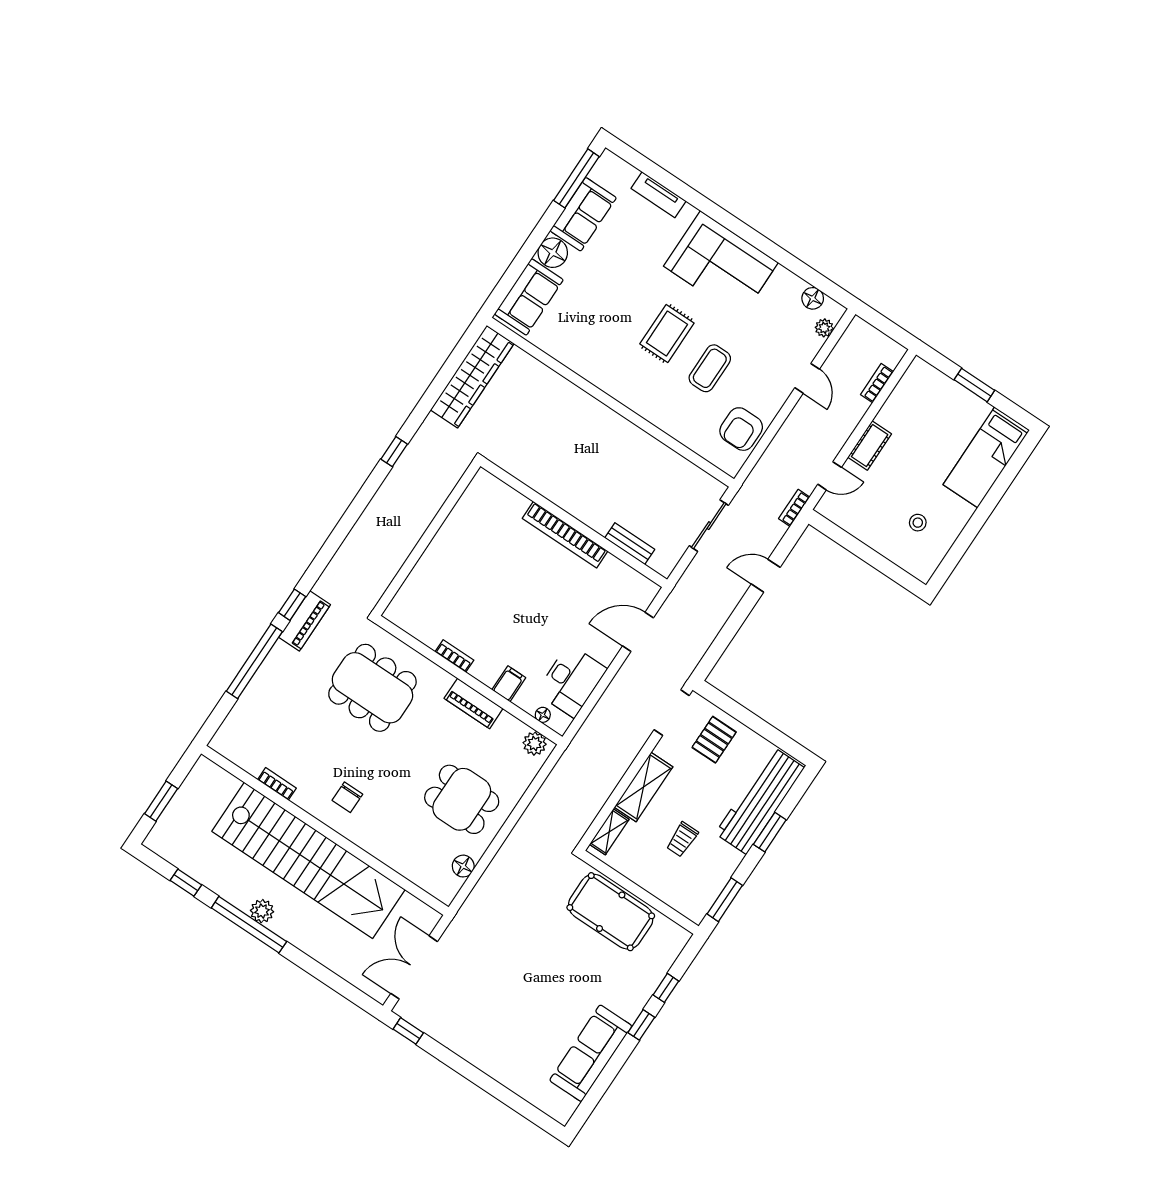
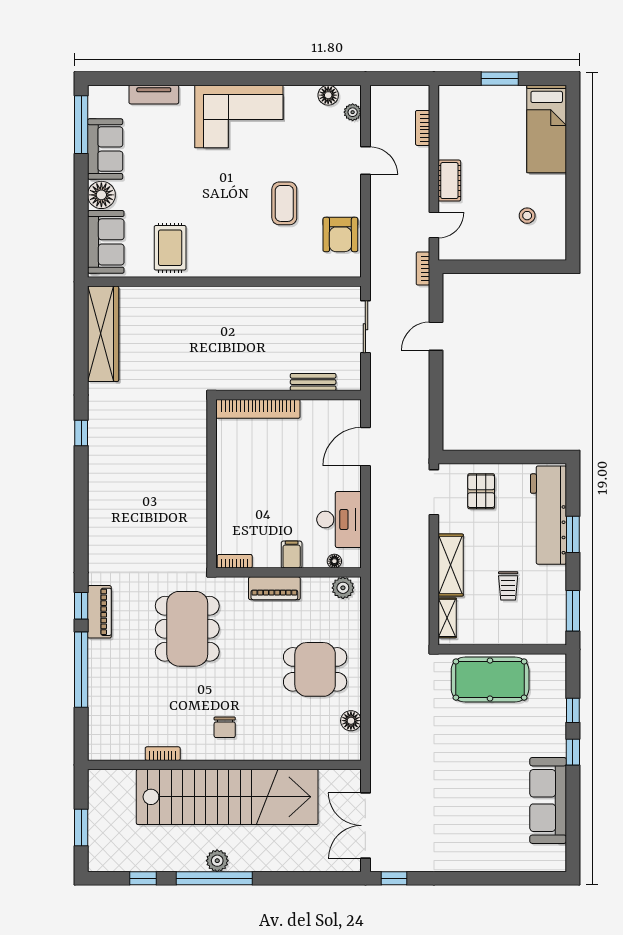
rug: (667, 334) -> (170, 248), moved
wall: (427, 538) -> (212, 484), moved
dining table: (372, 688) -> (187, 629), turned 90

